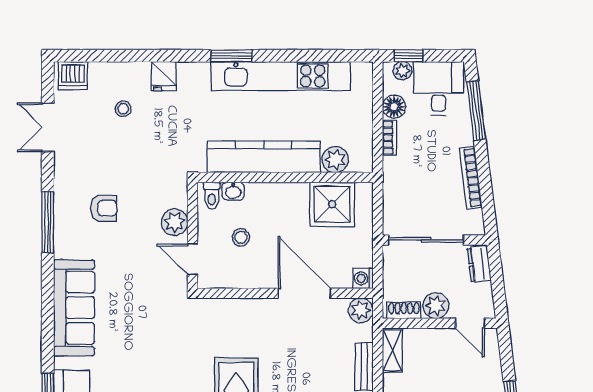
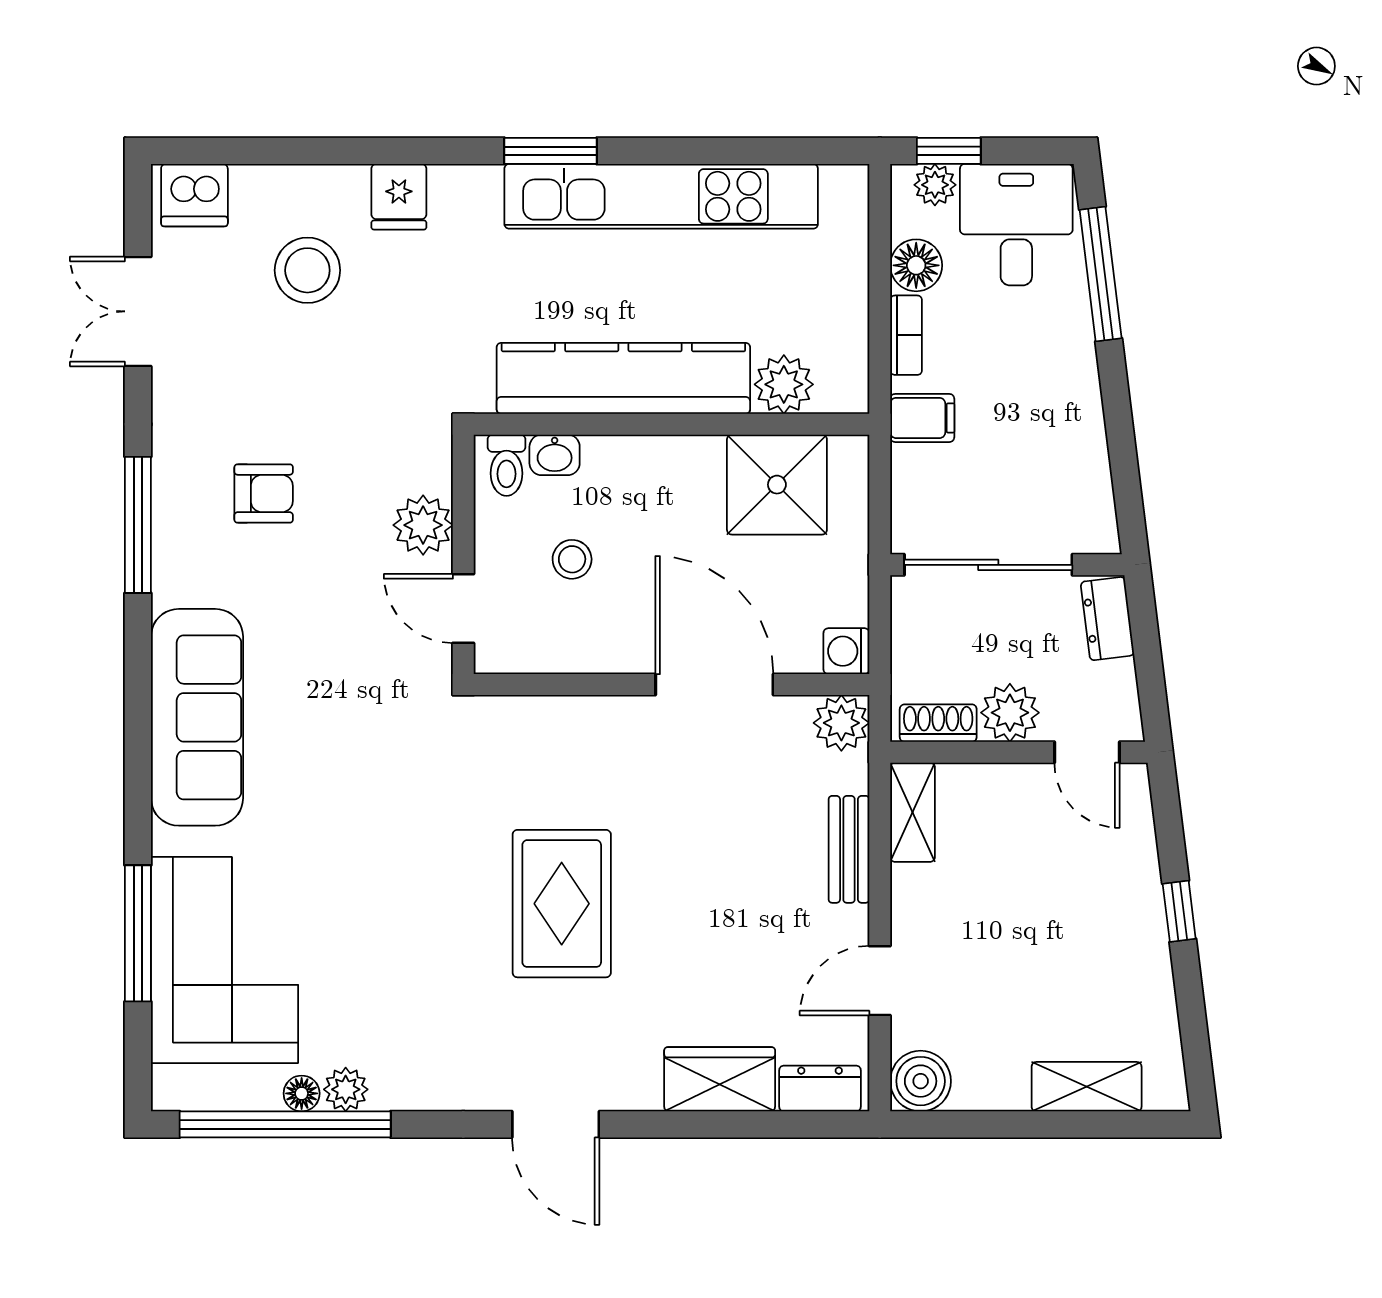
stool: (123, 109) -> (307, 270), width x1.89, depth x1.89
filing cabinet: (397, 175) -> (922, 418), added
bookcase: (471, 178) -> (1088, 425), removed

